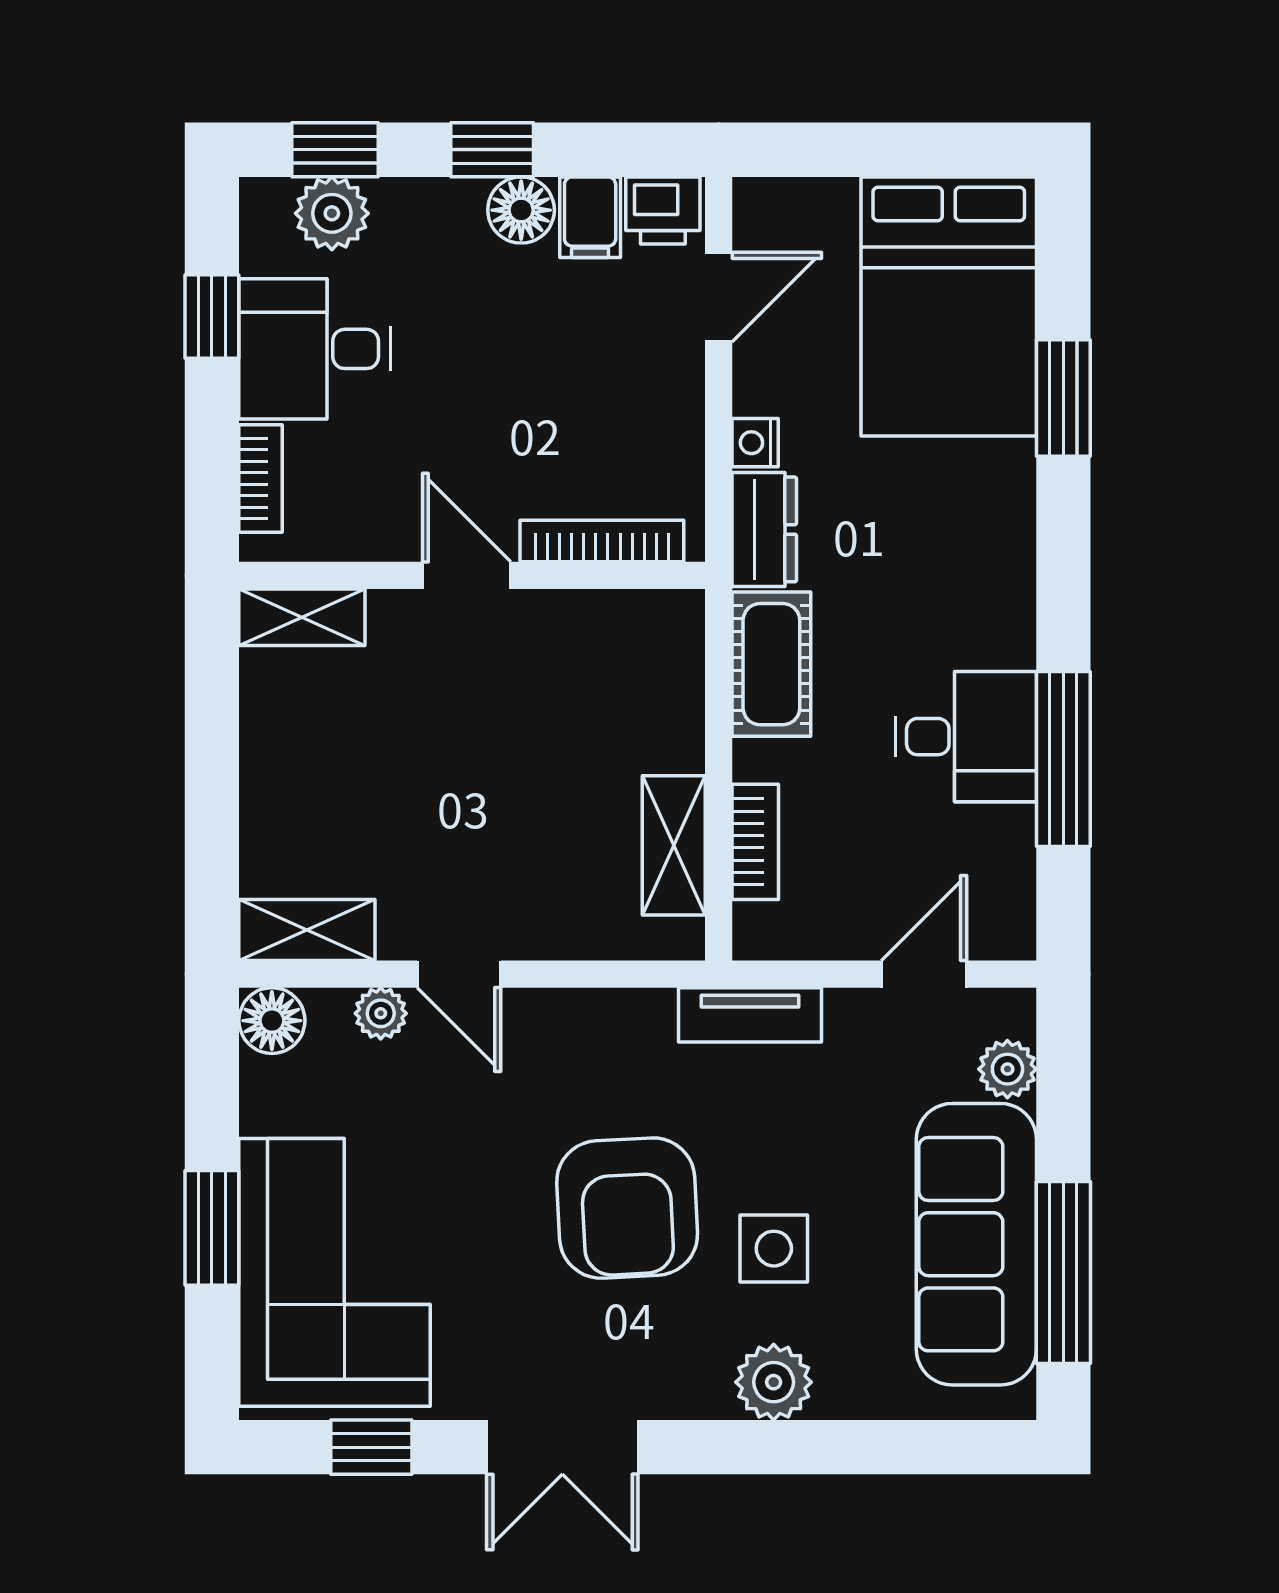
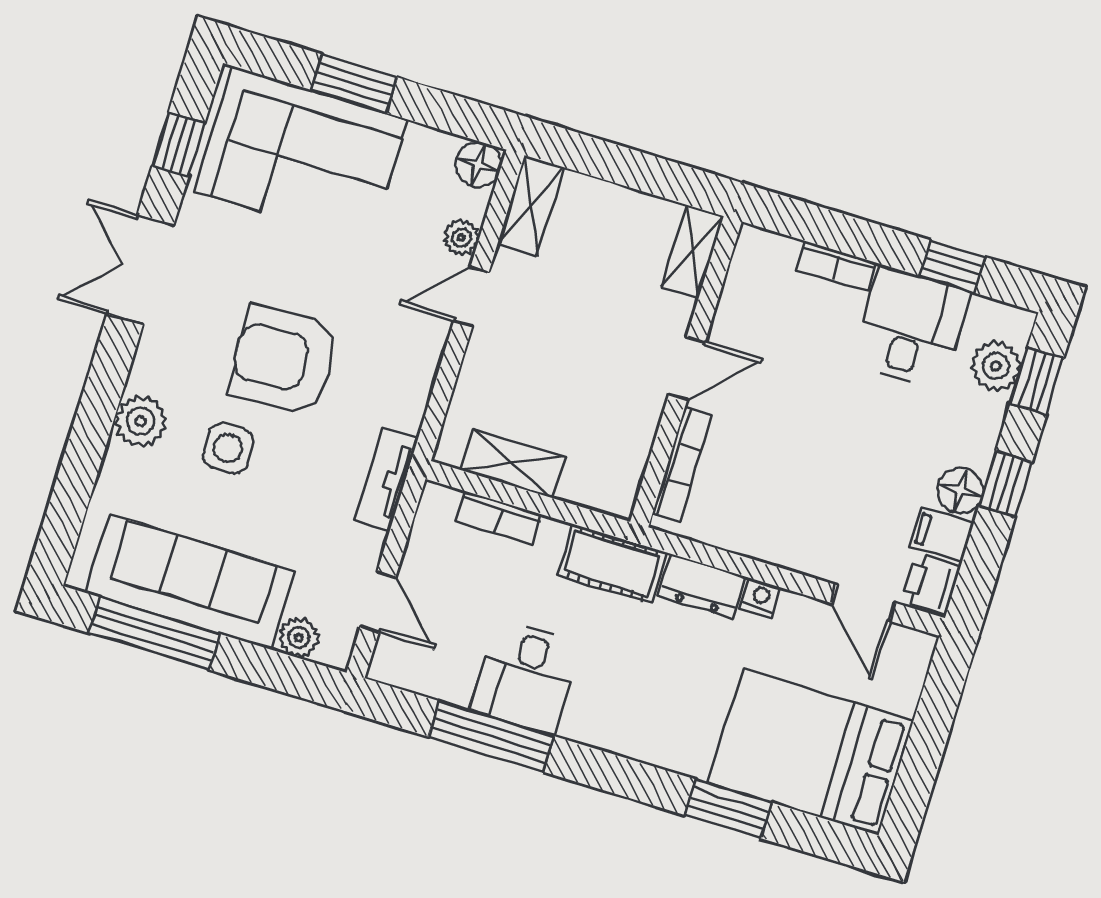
bookcase: (602, 541) -> (682, 464), moved
door: (467, 575) -> (687, 368), moved
wall: (472, 575) -> (686, 372), moved
shelving: (302, 617) -> (693, 252), moved

